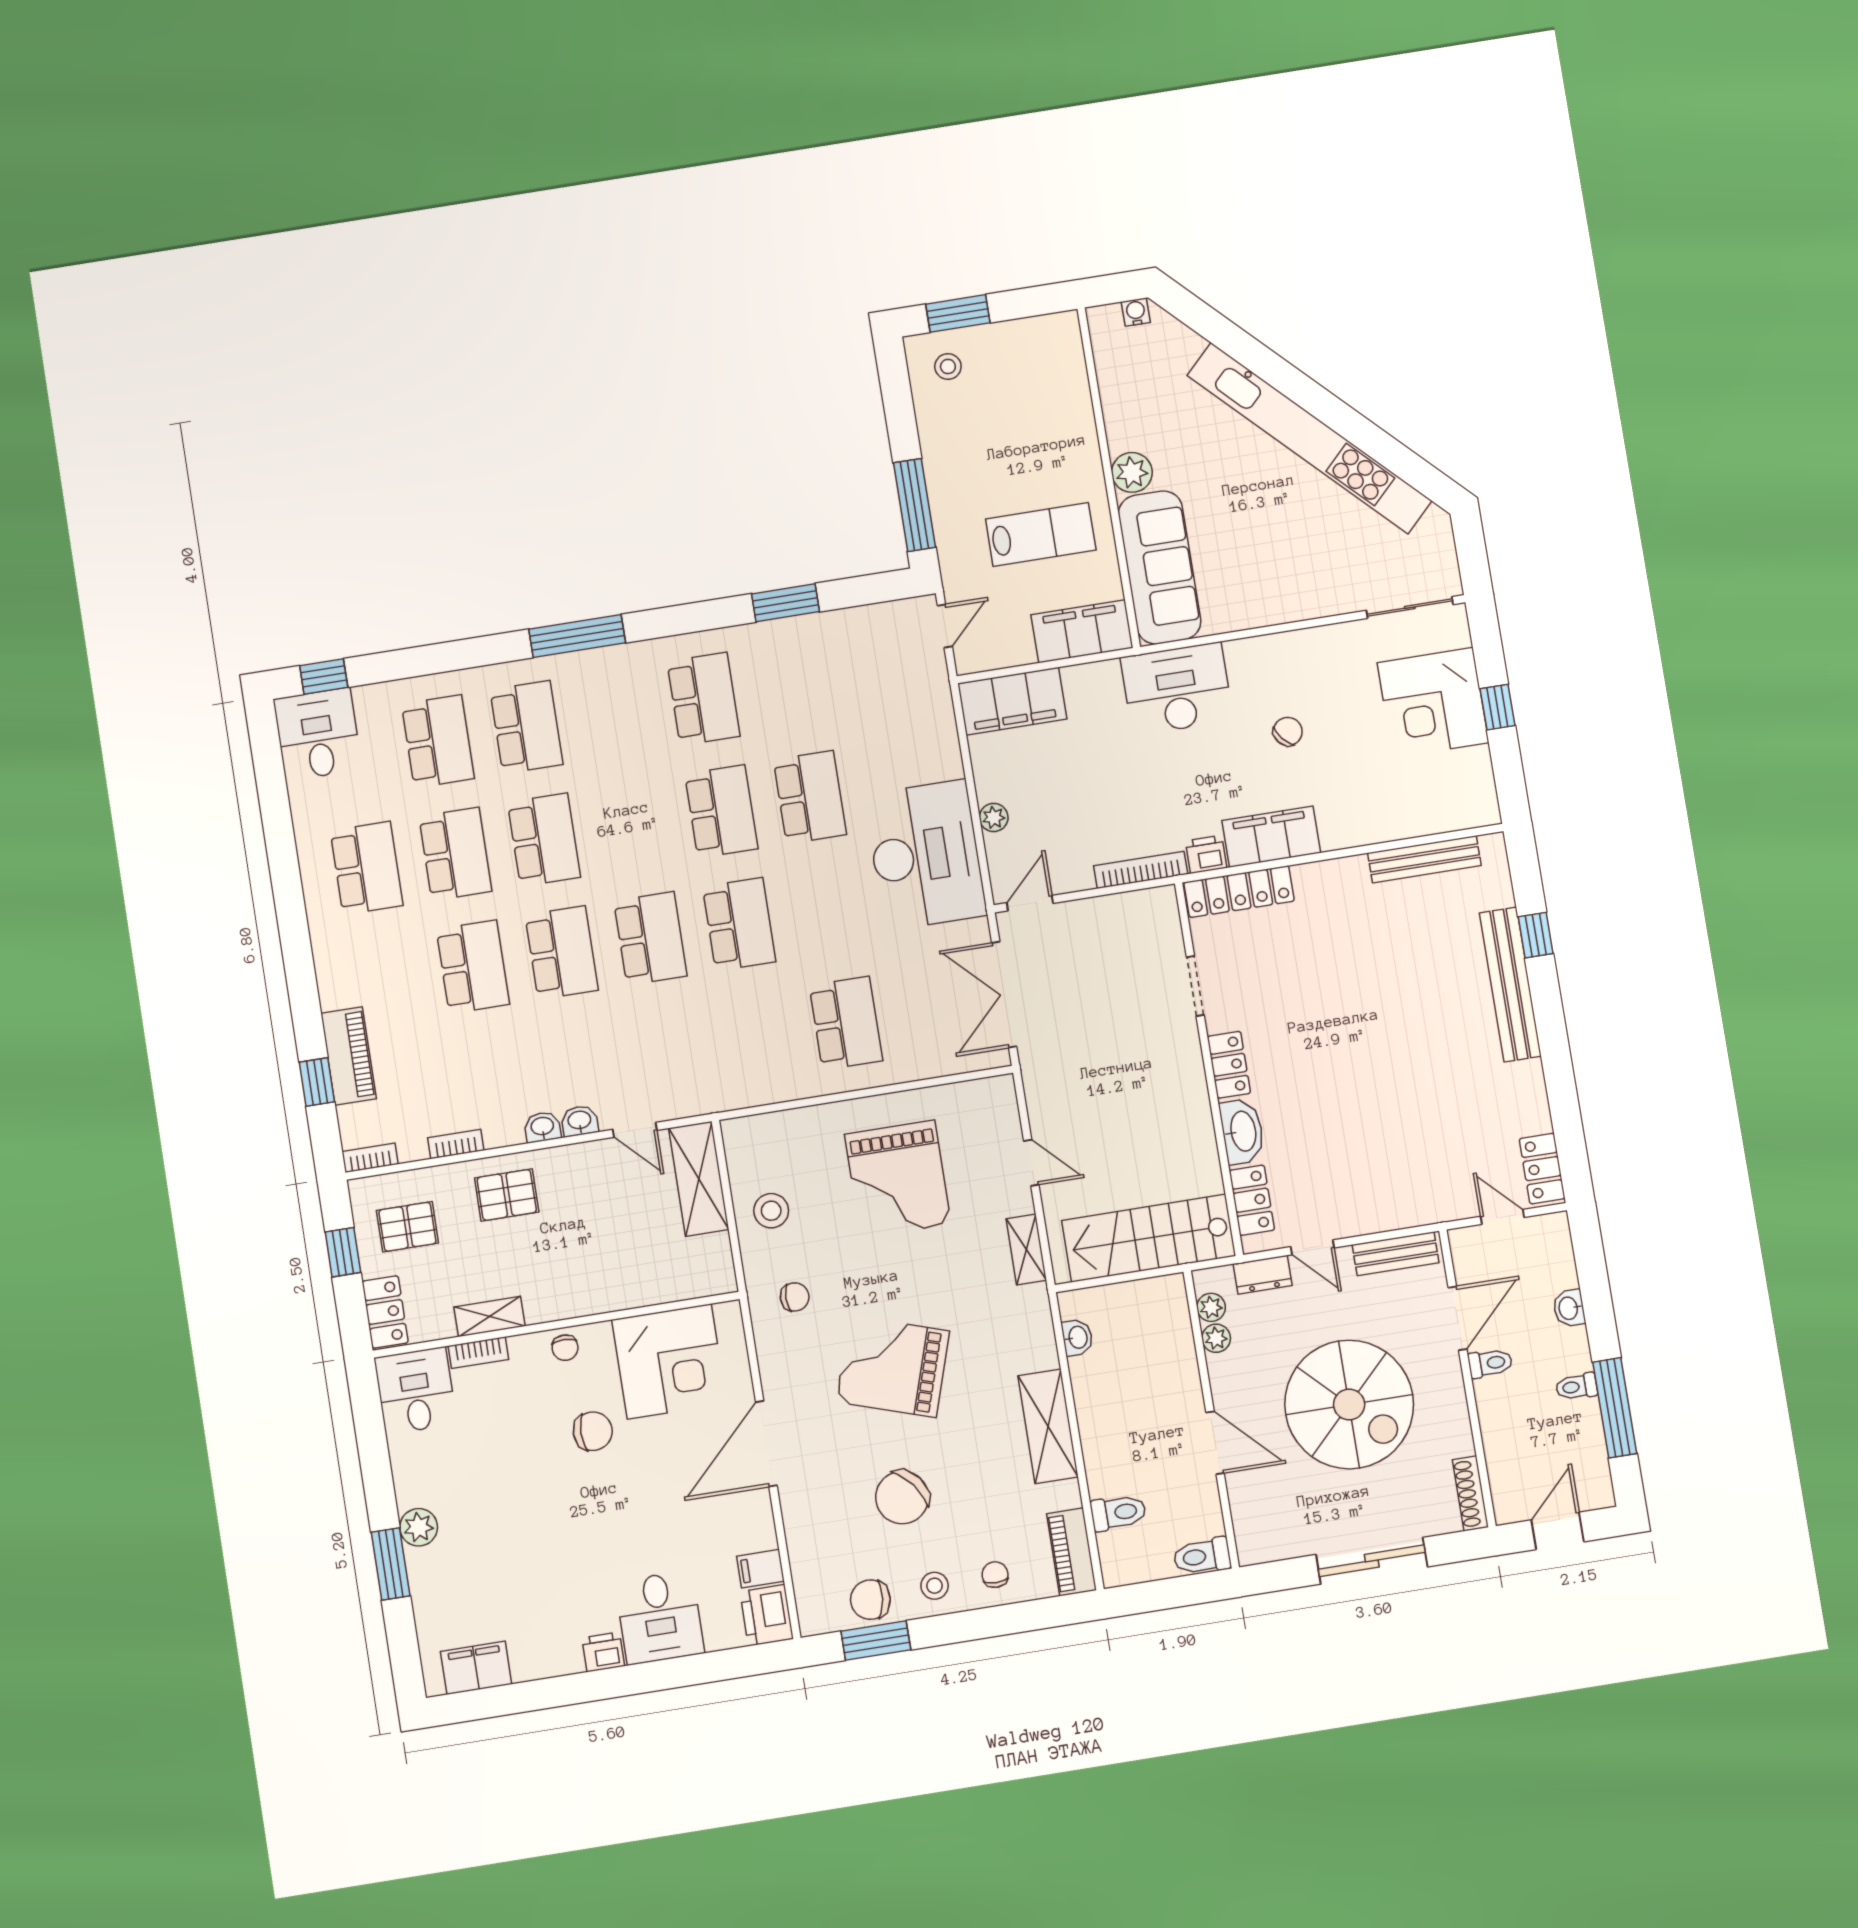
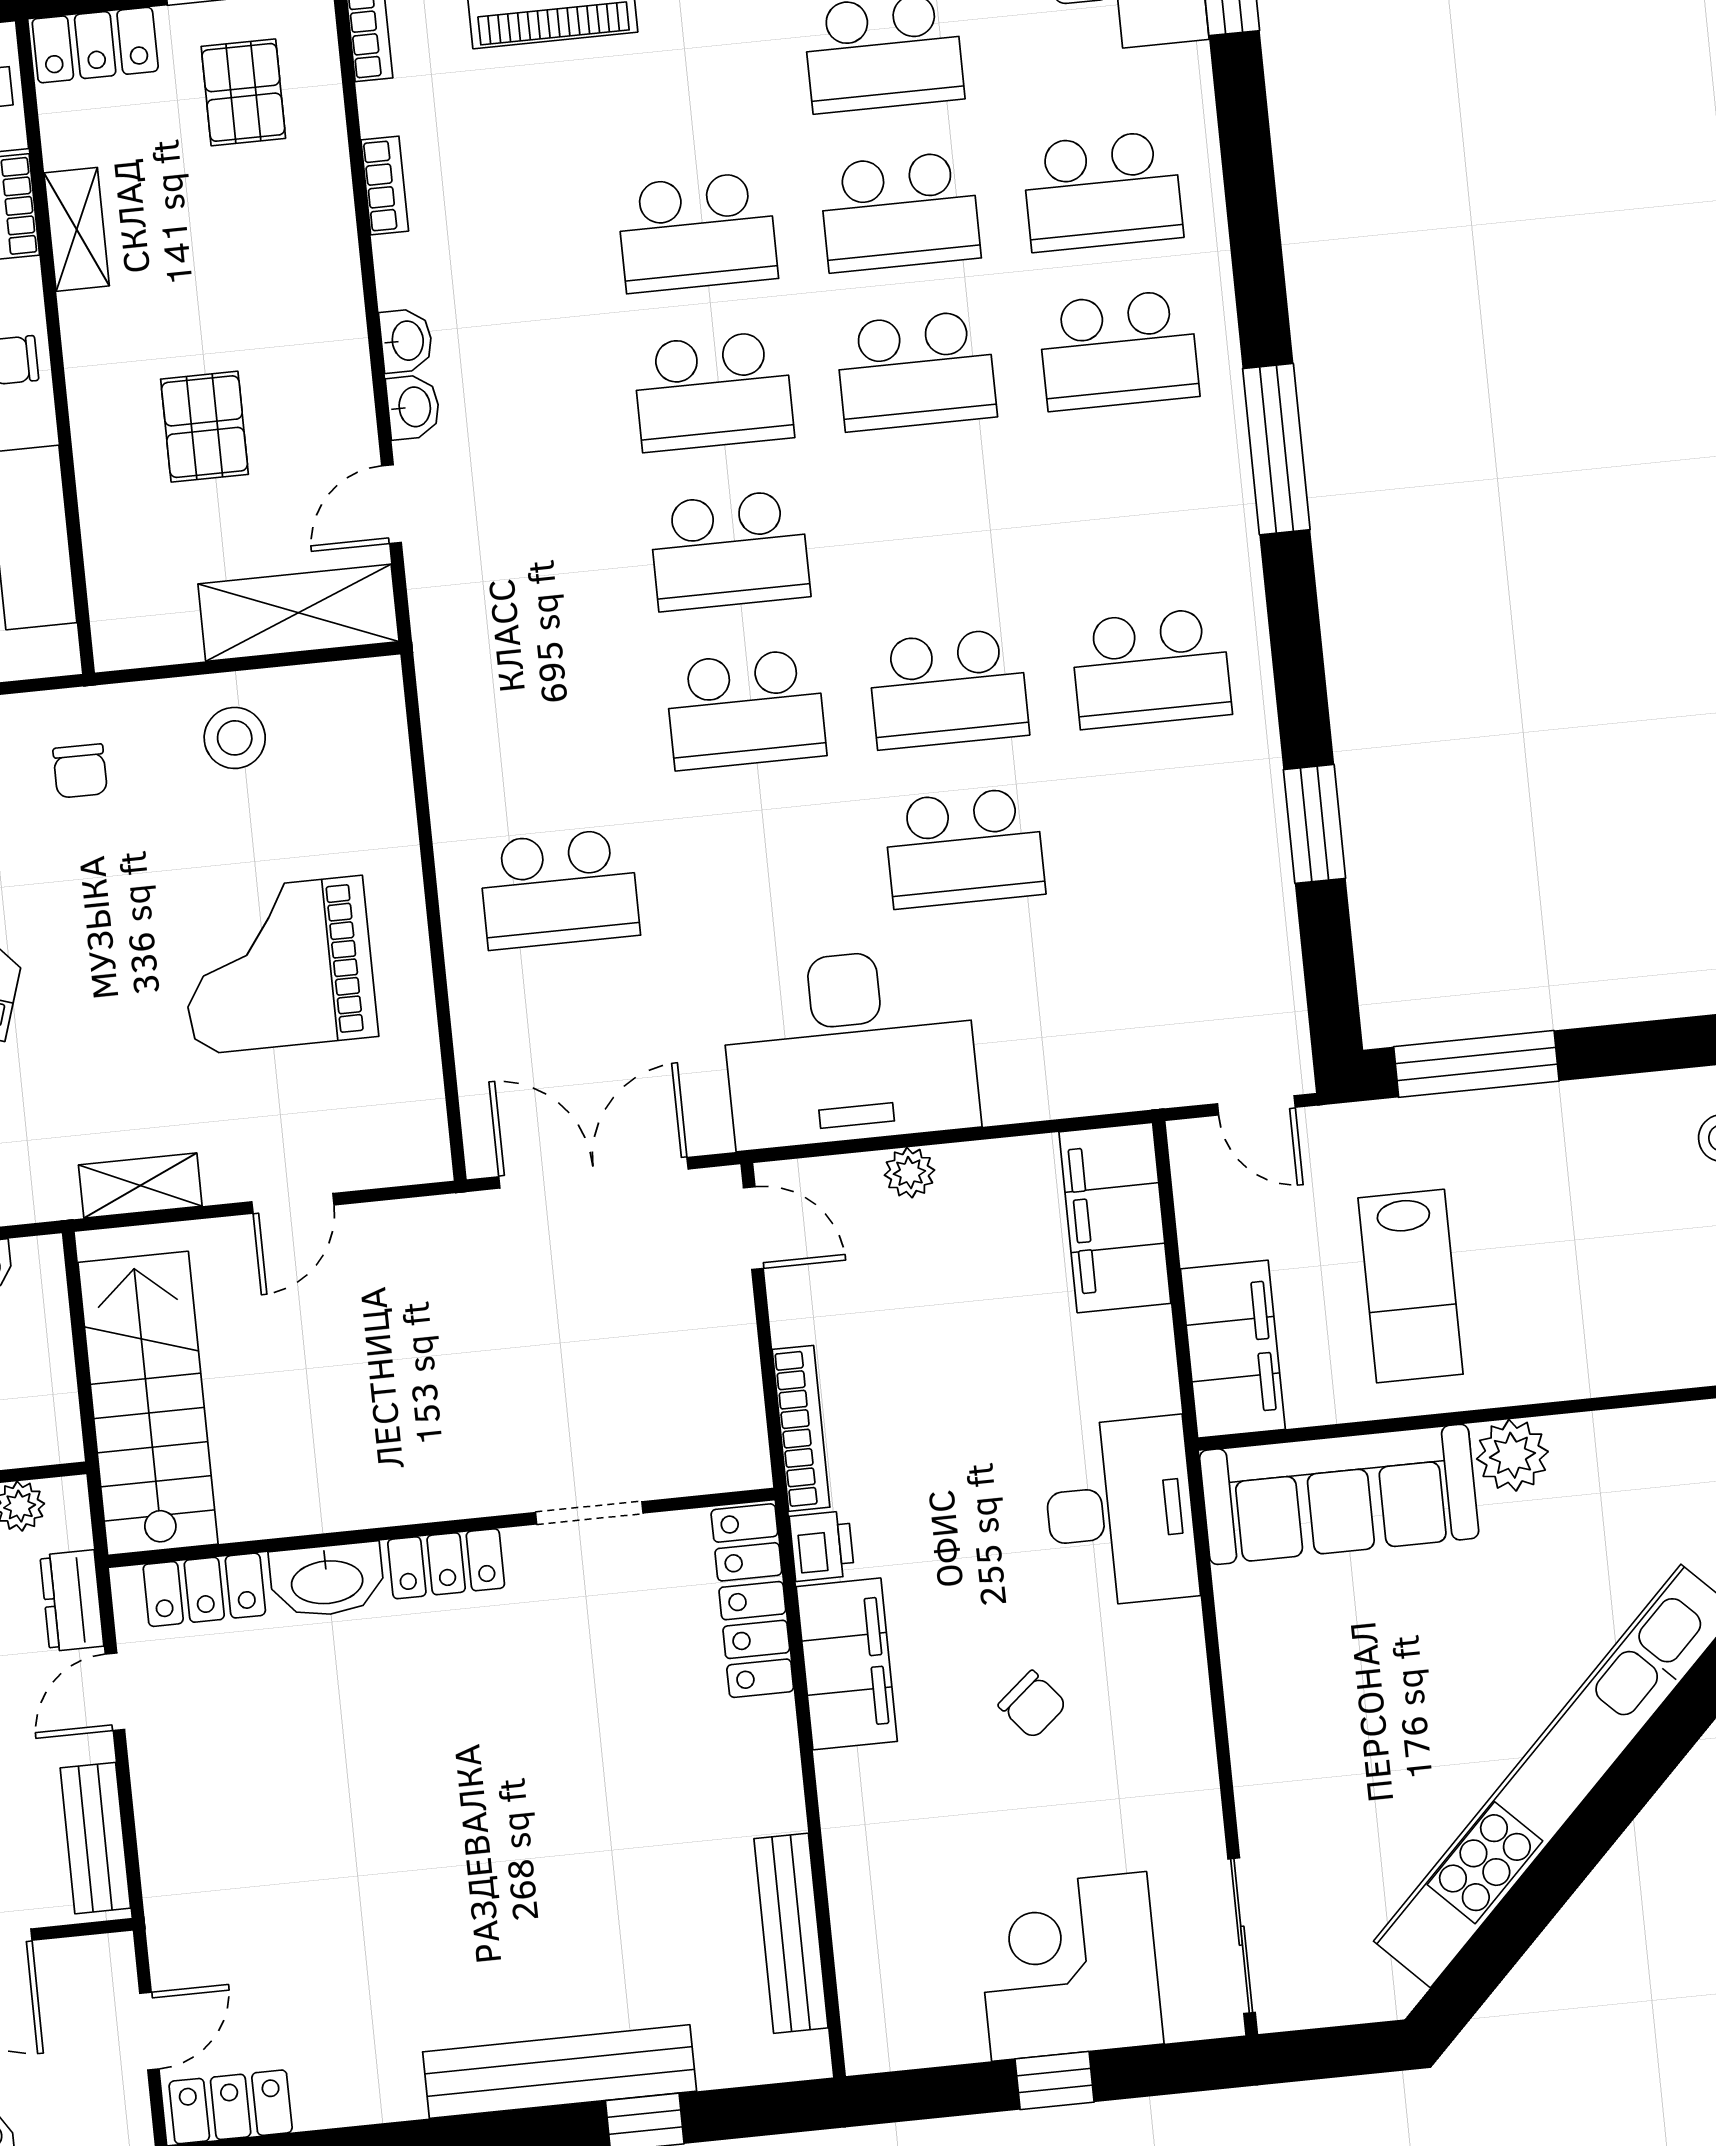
pallet: (507, 1195) -> (204, 427), moved

